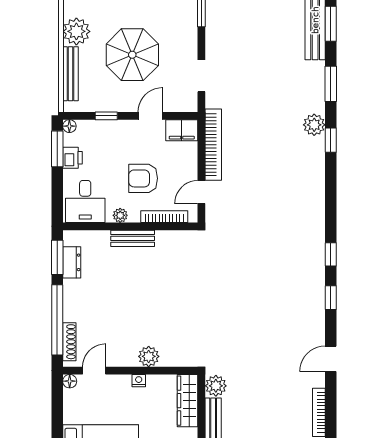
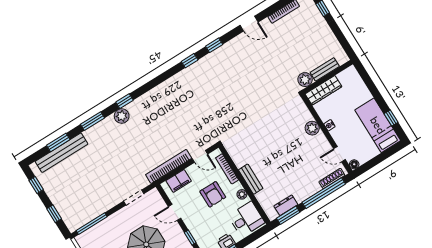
filing cabinet: (182, 130) -> (179, 181), moved, turned 90

